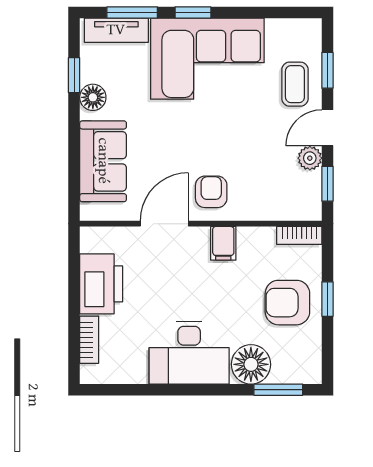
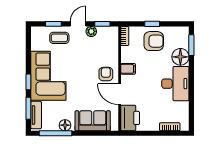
window: (74, 75) -> (55, 133), width x2.17
door: (327, 128) -> (78, 24), swing flipped
armchair: (211, 192) -> (106, 74), turned 90
printer: (101, 284) -> (130, 118), moved, turned 90
armchair: (287, 303) -> (154, 41), turned -90

